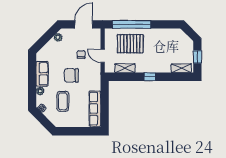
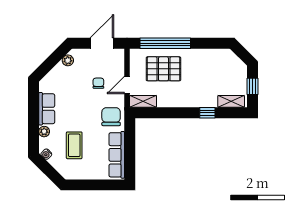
door: (103, 56) -> (127, 85), hinge flipped
shelving: (125, 68) -> (143, 101), moved
chair: (71, 75) -> (111, 117), moved, turned 90
window: (150, 77) -> (207, 113), moved

